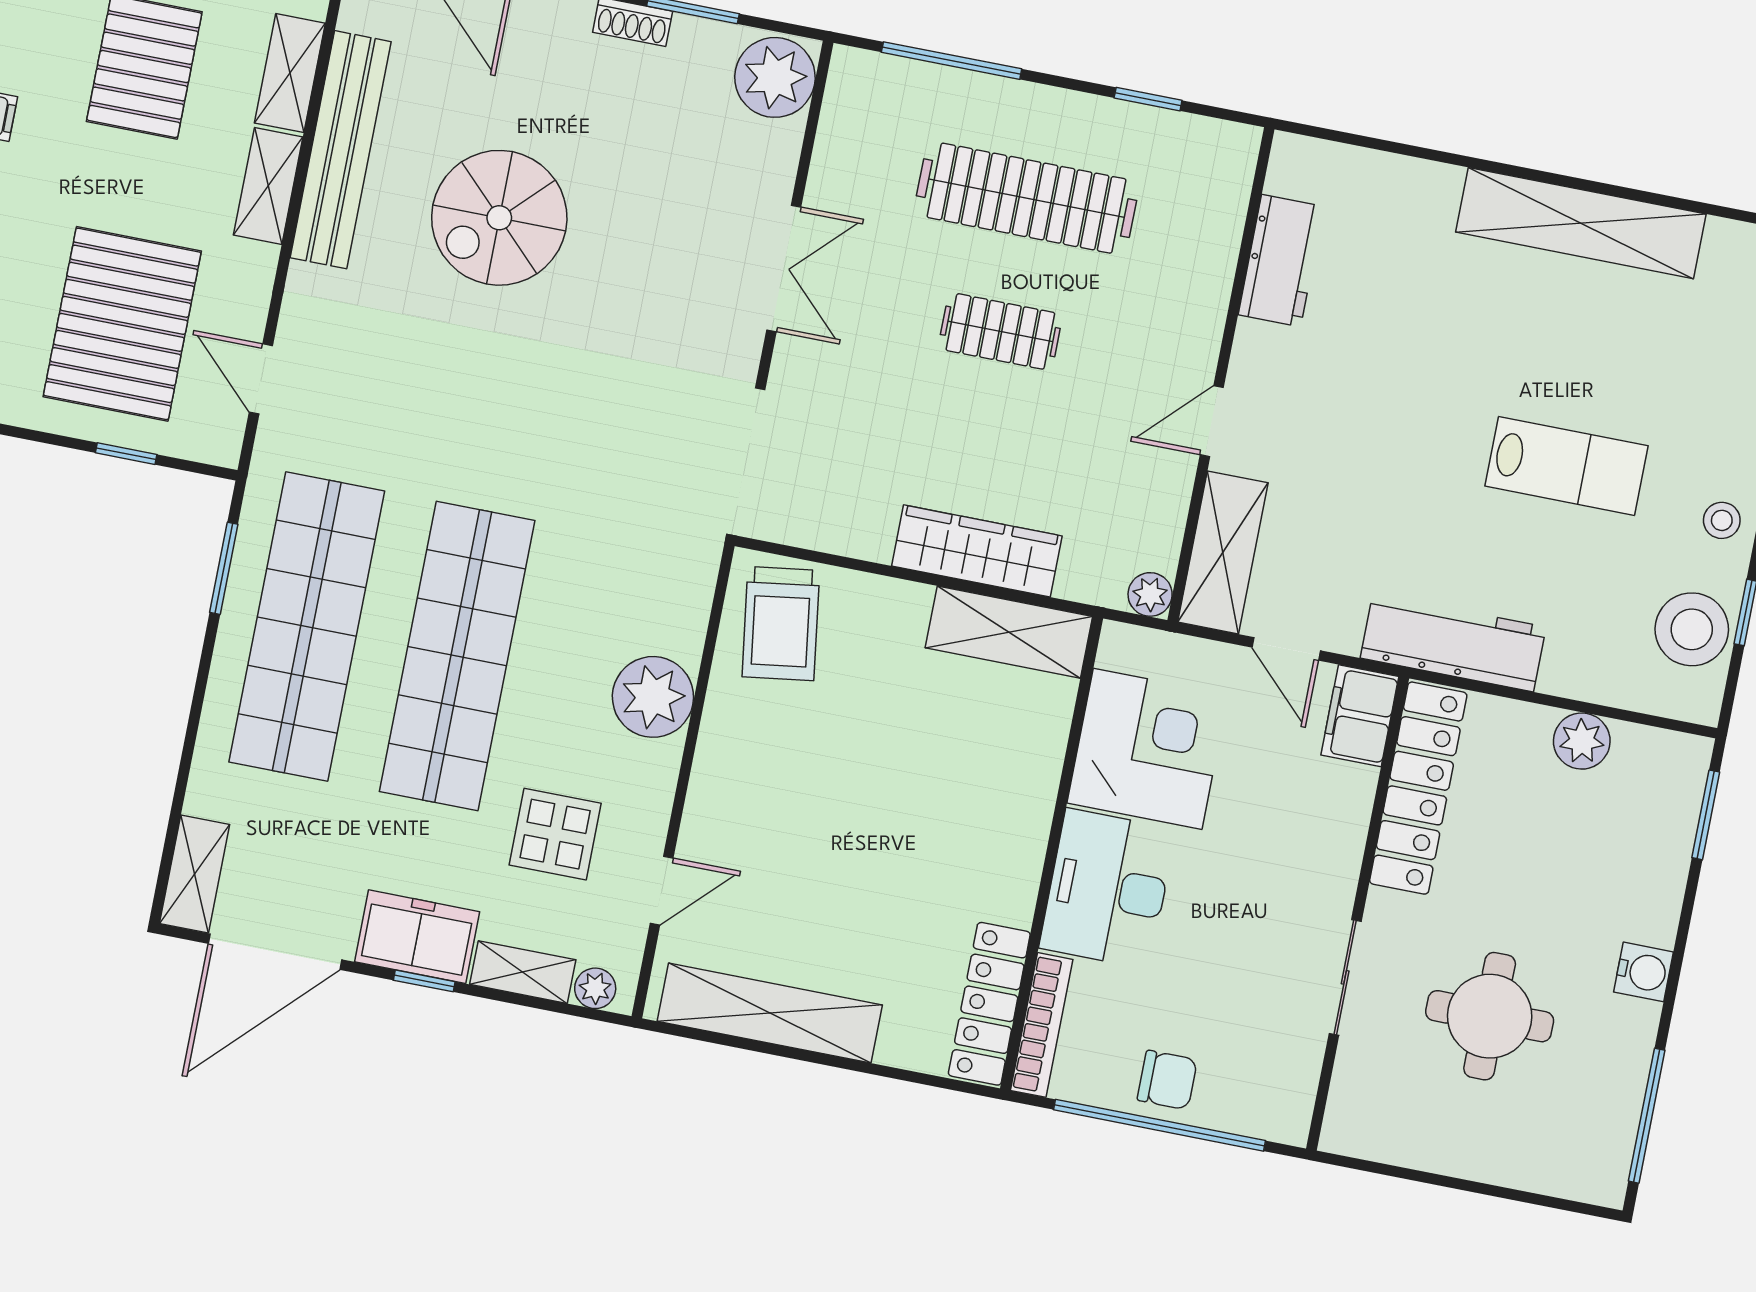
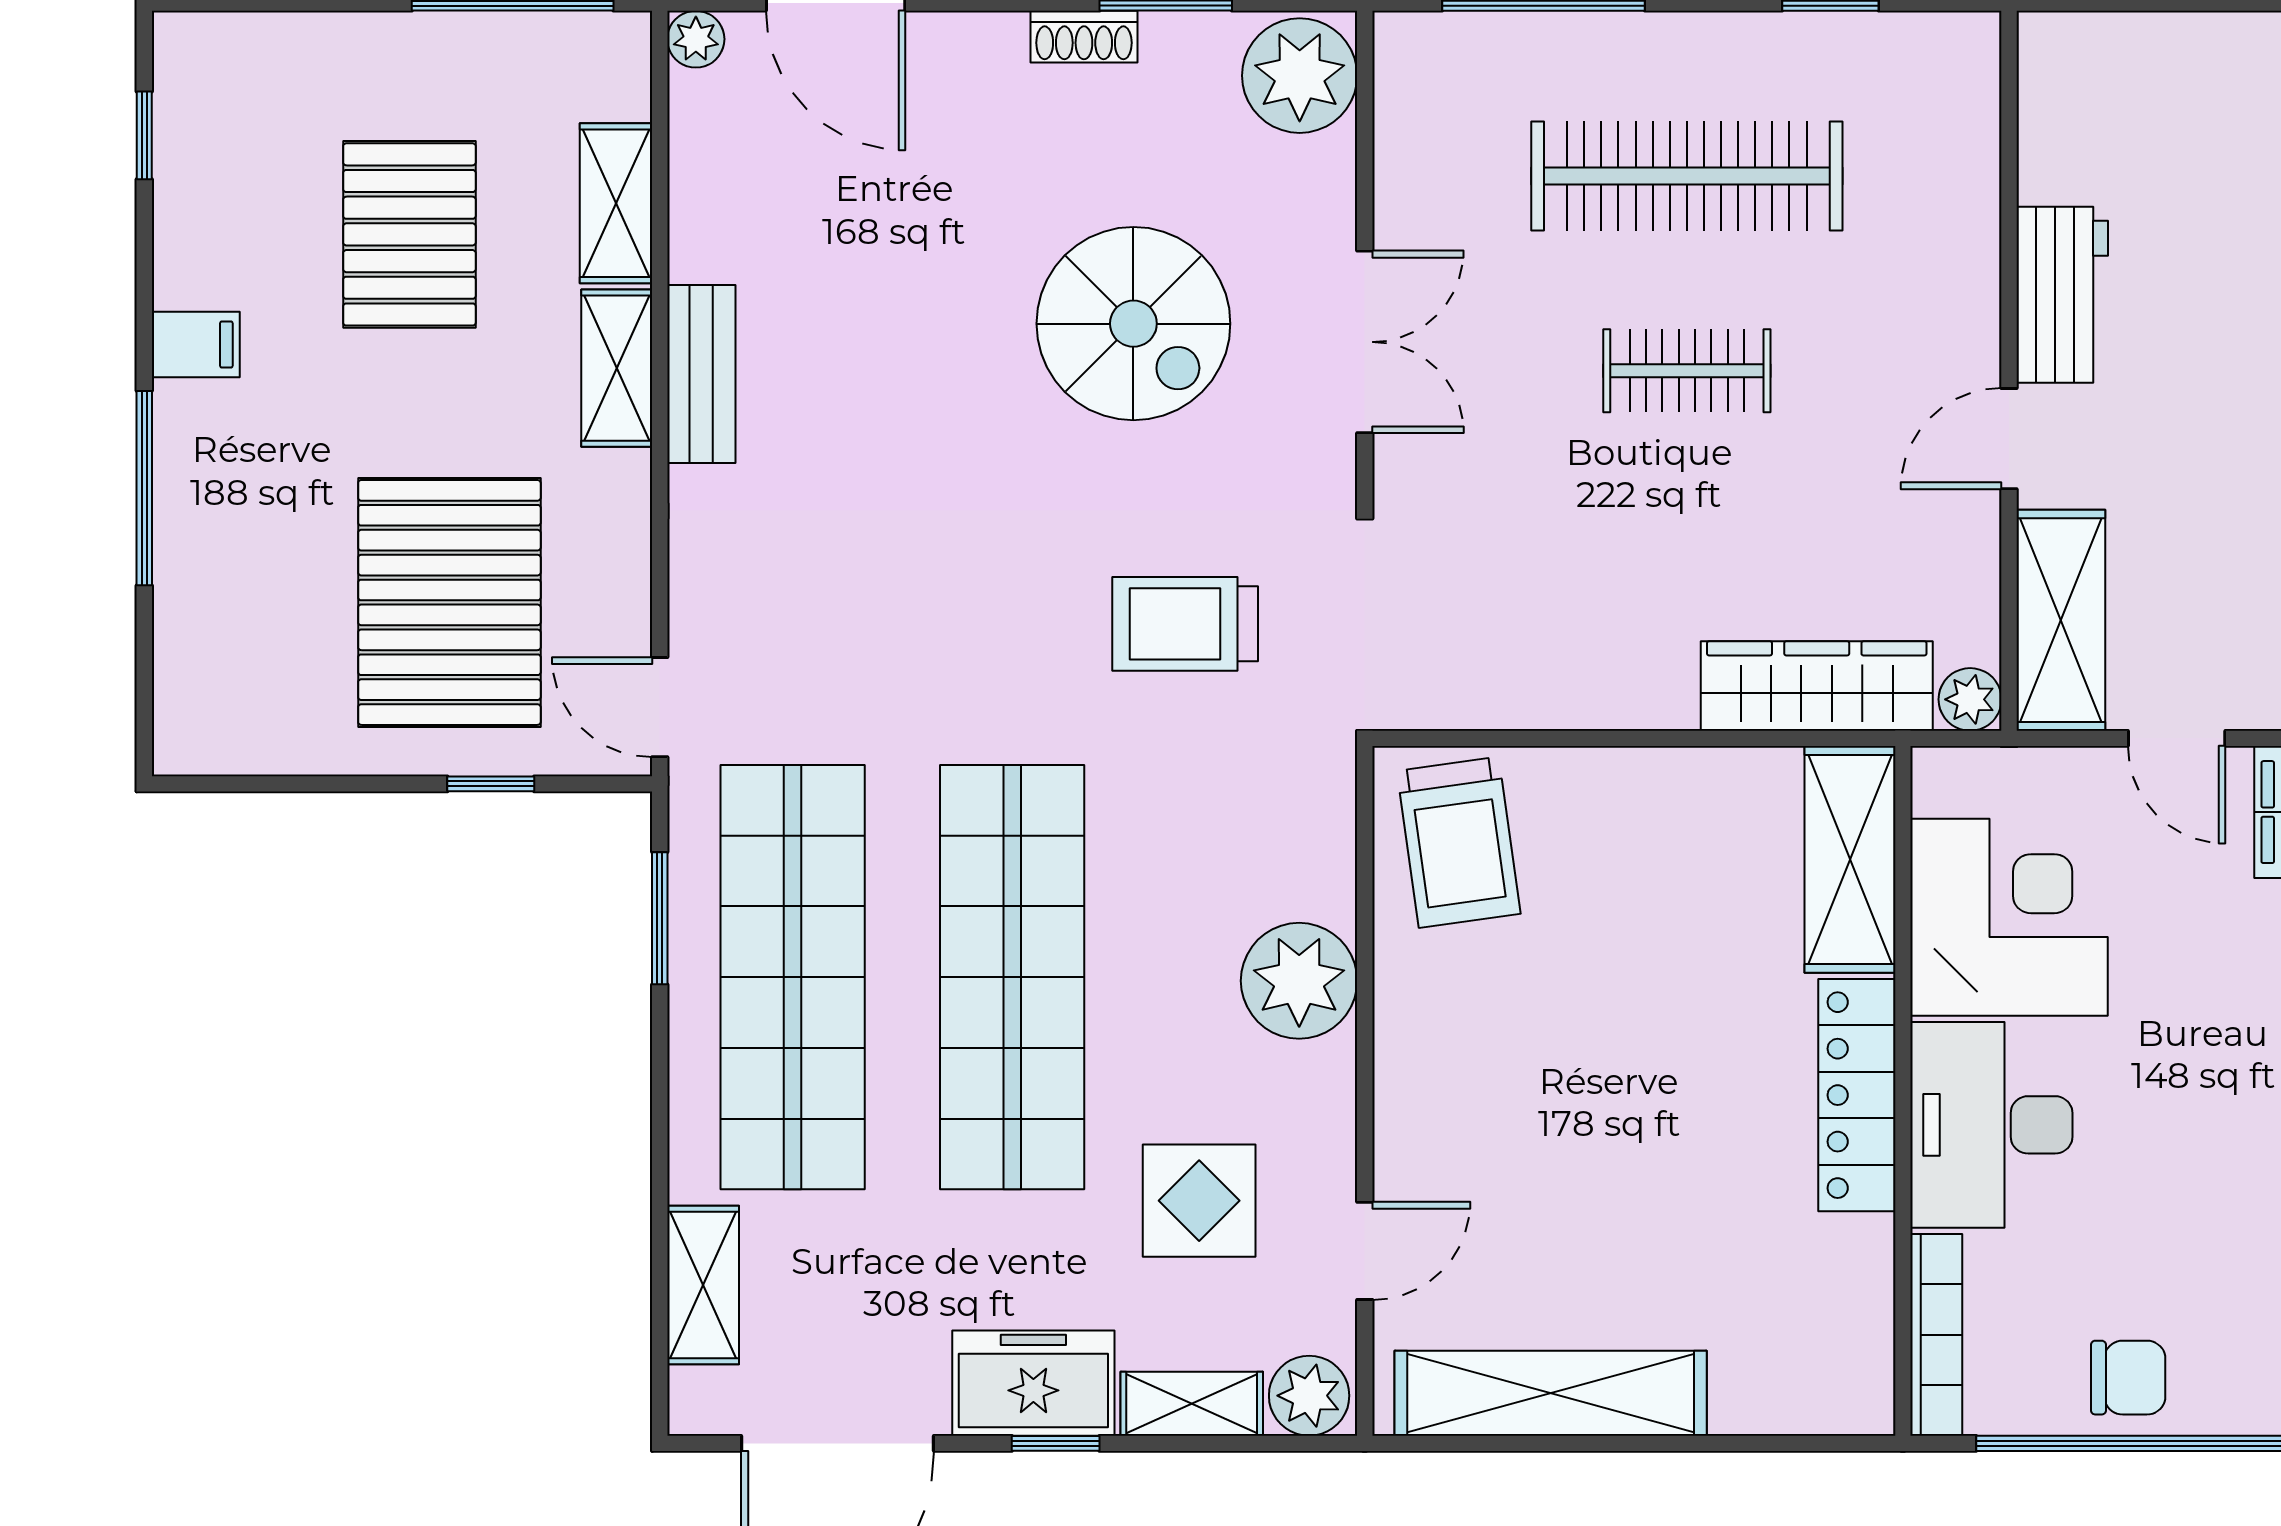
bench: (341, 150) -> (701, 374), width x0.54, depth x0.82
spiral stairs: (499, 218) -> (1133, 324), moved, turned -90
workbench: (1281, 261) -> (2062, 295), moved
door: (261, 379) -> (660, 707), moved
trolley: (623, 437) -> (1185, 624), added
wardrobe: (977, 551) -> (1817, 686), moved
shelving: (1009, 632) -> (1850, 859), moved, turned 90
shelving: (195, 874) -> (703, 1285), moved
plant: (595, 988) -> (1309, 1396), width x1.38, depth x1.38
locker: (989, 1004) -> (1857, 1095), moved

